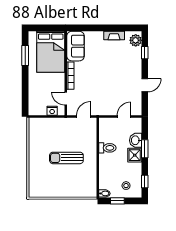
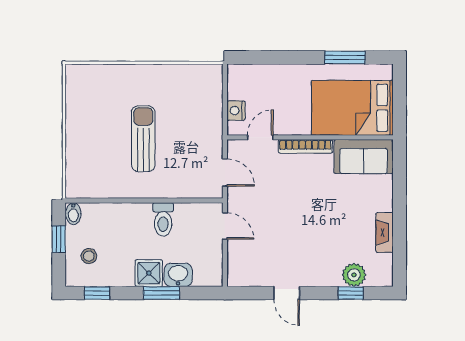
plant: (136, 40) -> (354, 275), moved
door: (124, 116) -> (225, 226), moved

